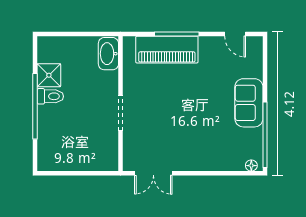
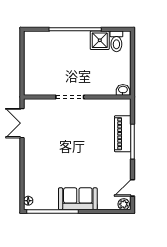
plant: (256, 45) -> (124, 204), added
piano: (167, 50) -> (123, 134), width x0.73, depth x0.75
washbasin: (108, 54) -> (123, 90), width x0.52, depth x0.69
toilet: (50, 96) -> (116, 41), moved

